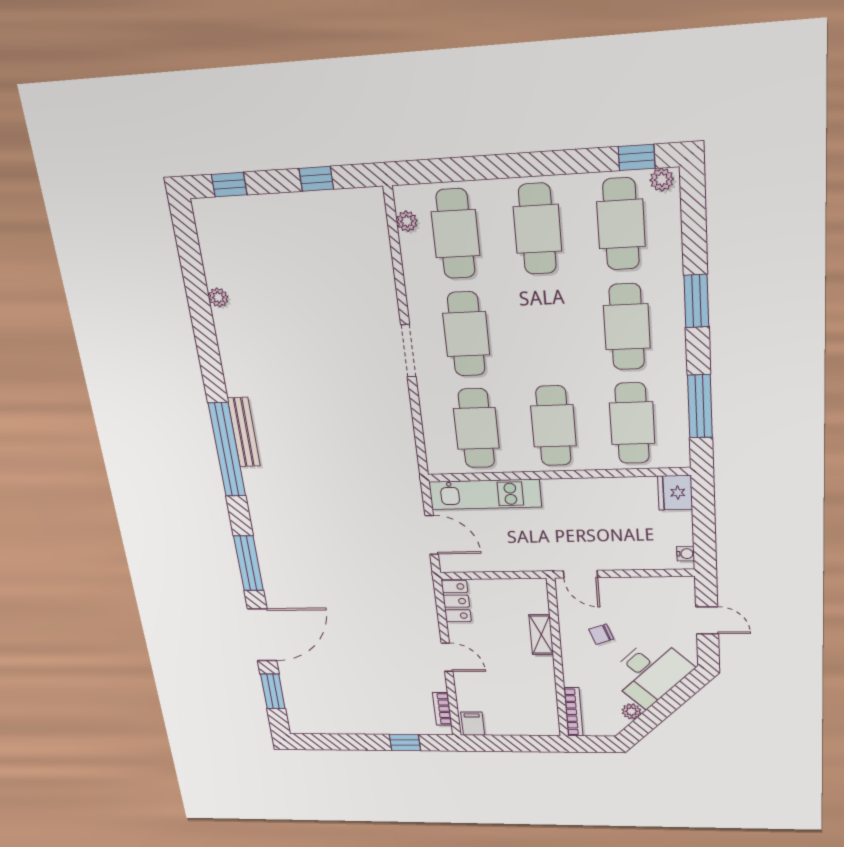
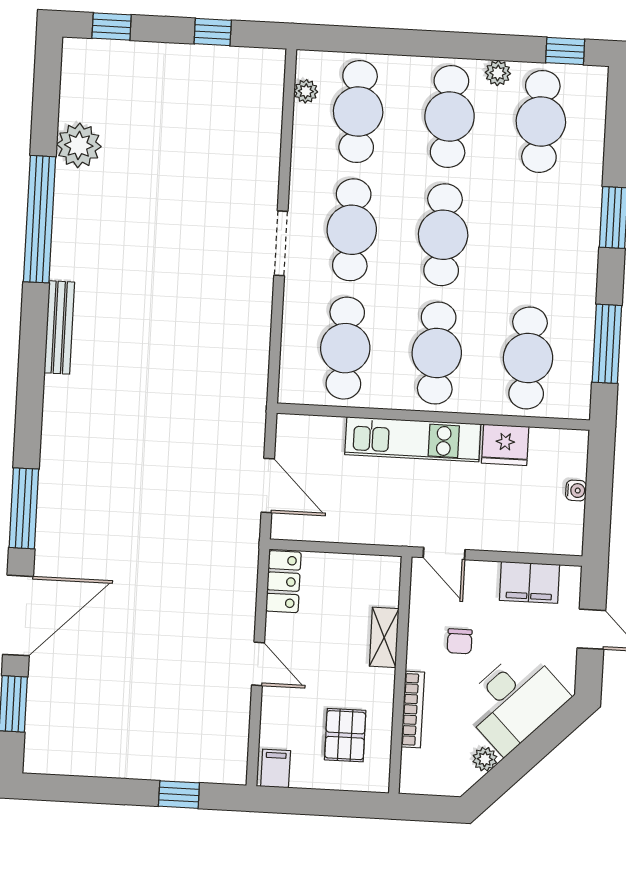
plant: (662, 180) -> (498, 73), moved
plant: (218, 297) -> (79, 145), width x1.87, depth x1.87
cafe table: (627, 327) -> (443, 235), moved
window: (227, 450) -> (40, 219), moved
fridge: (675, 493) -> (505, 445), moved, turned -90
kitchen unit: (485, 494) -> (413, 439), moved
water cooler: (686, 554) -> (576, 490), moved
filing cabinet: (653, 590) -> (529, 582), added
chair: (601, 634) -> (460, 641), turned -71
pallet: (521, 700) -> (345, 735), added
bookcase: (442, 709) -> (239, 743), removed
bookcase: (573, 712) -> (413, 709), moved

